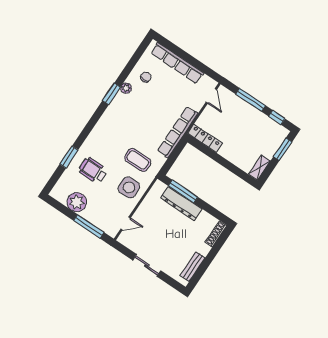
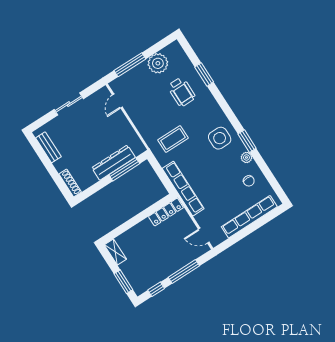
wheelchair: (93, 170) -> (182, 92), turned 90
side table: (129, 187) -> (220, 138), moved

